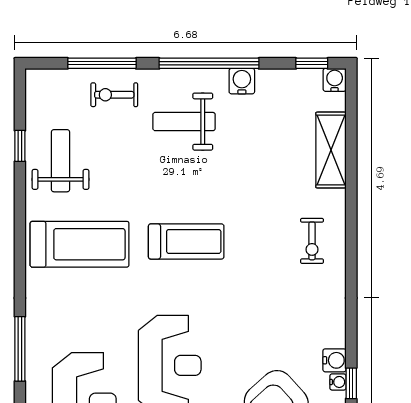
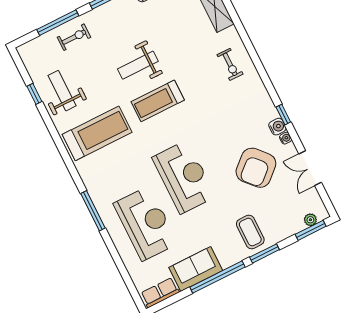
exercise bike: (114, 95) -> (74, 37), turned 180
weight bench: (184, 122) -> (138, 65), moved
treadmill: (186, 241) -> (158, 101), turned 180
window: (351, 383) -> (283, 115), moved

